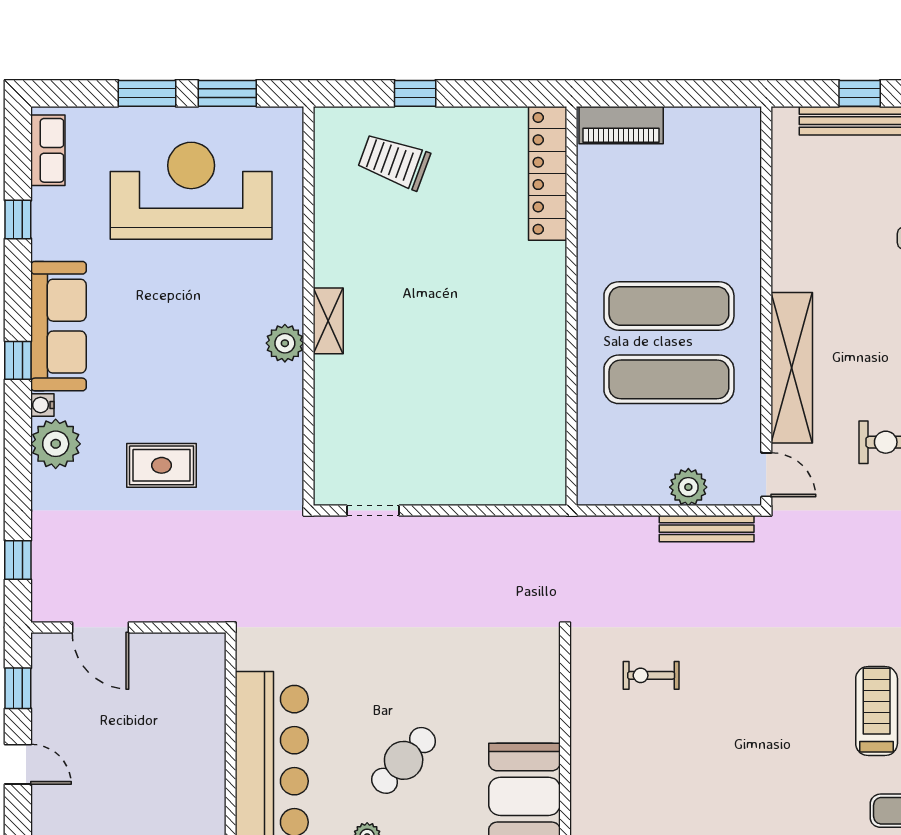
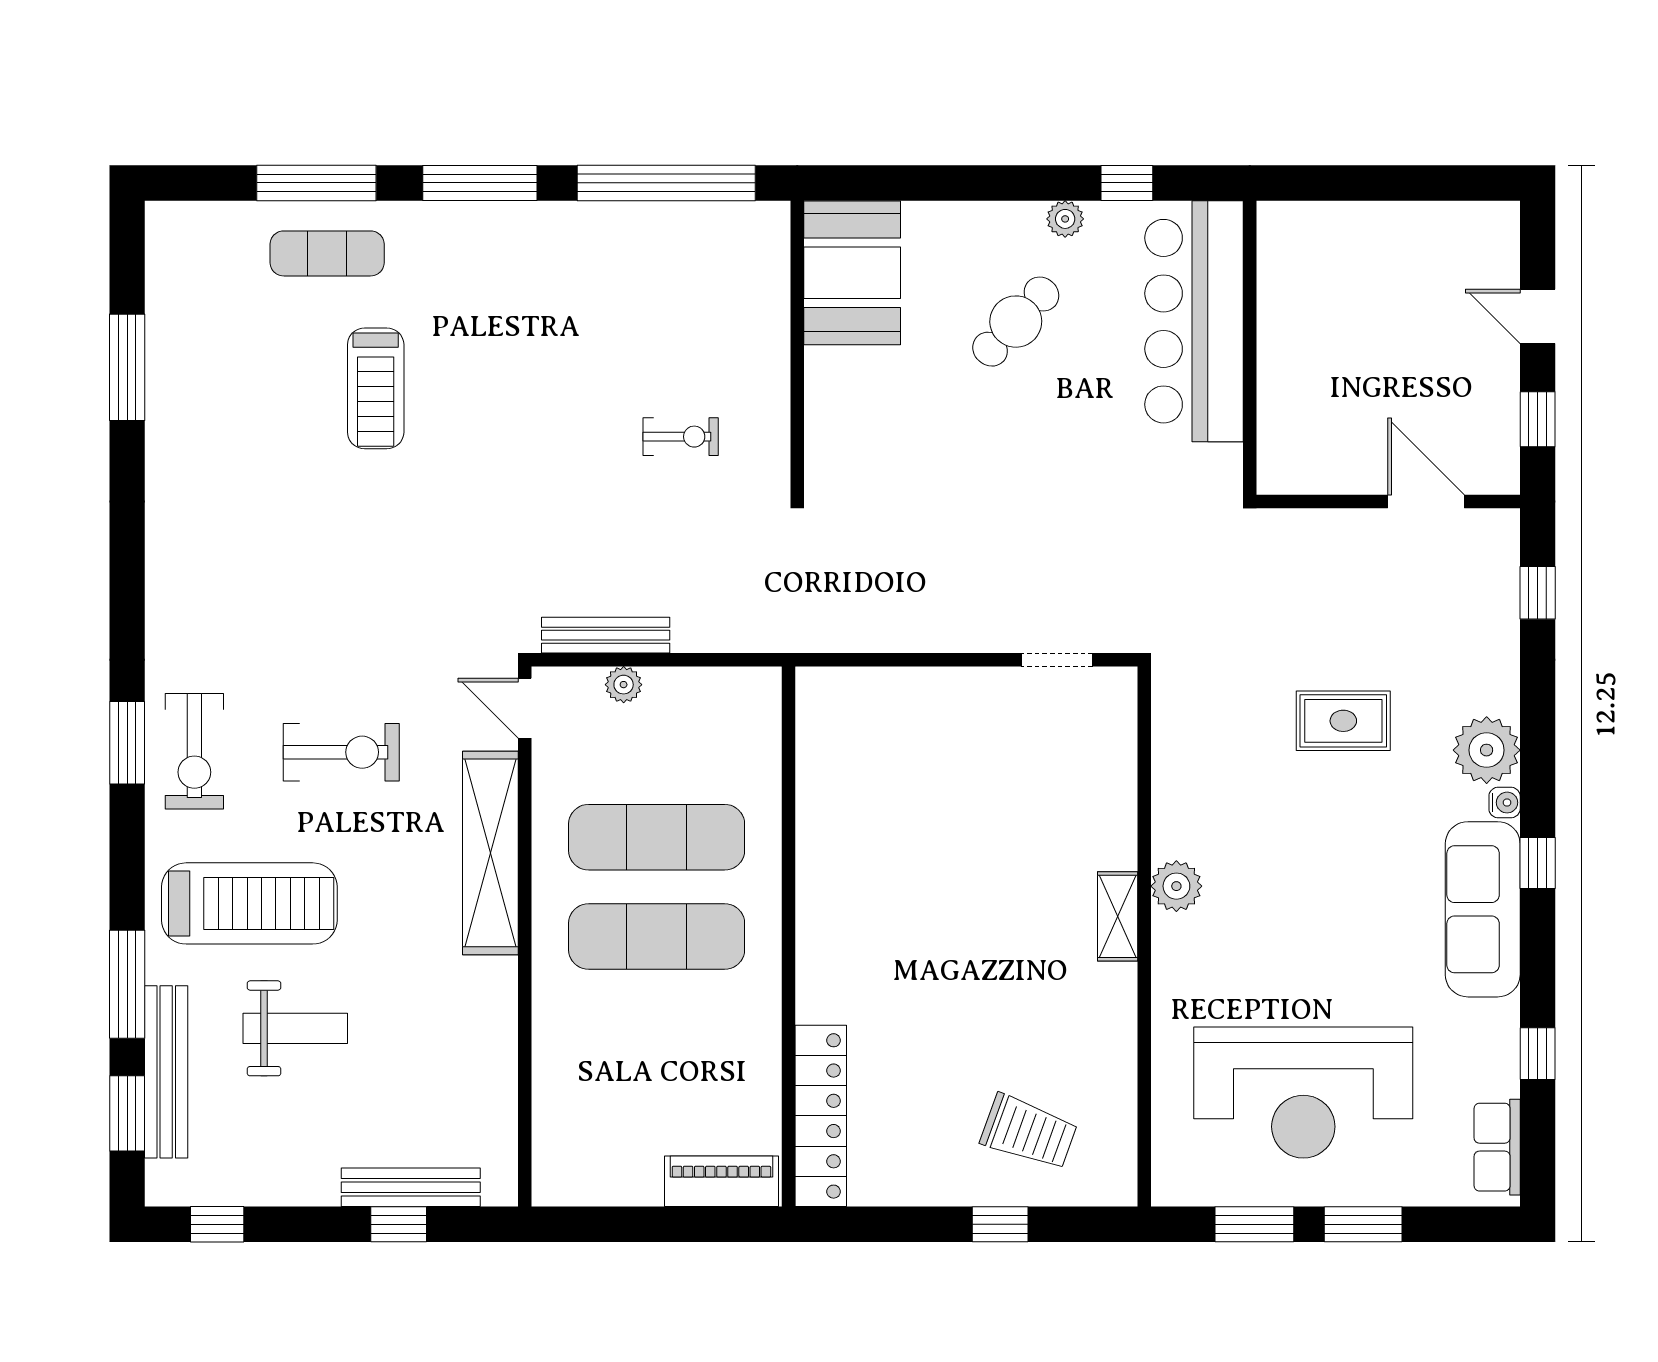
plant: (688, 487) -> (624, 685), width x0.73, depth x0.73

